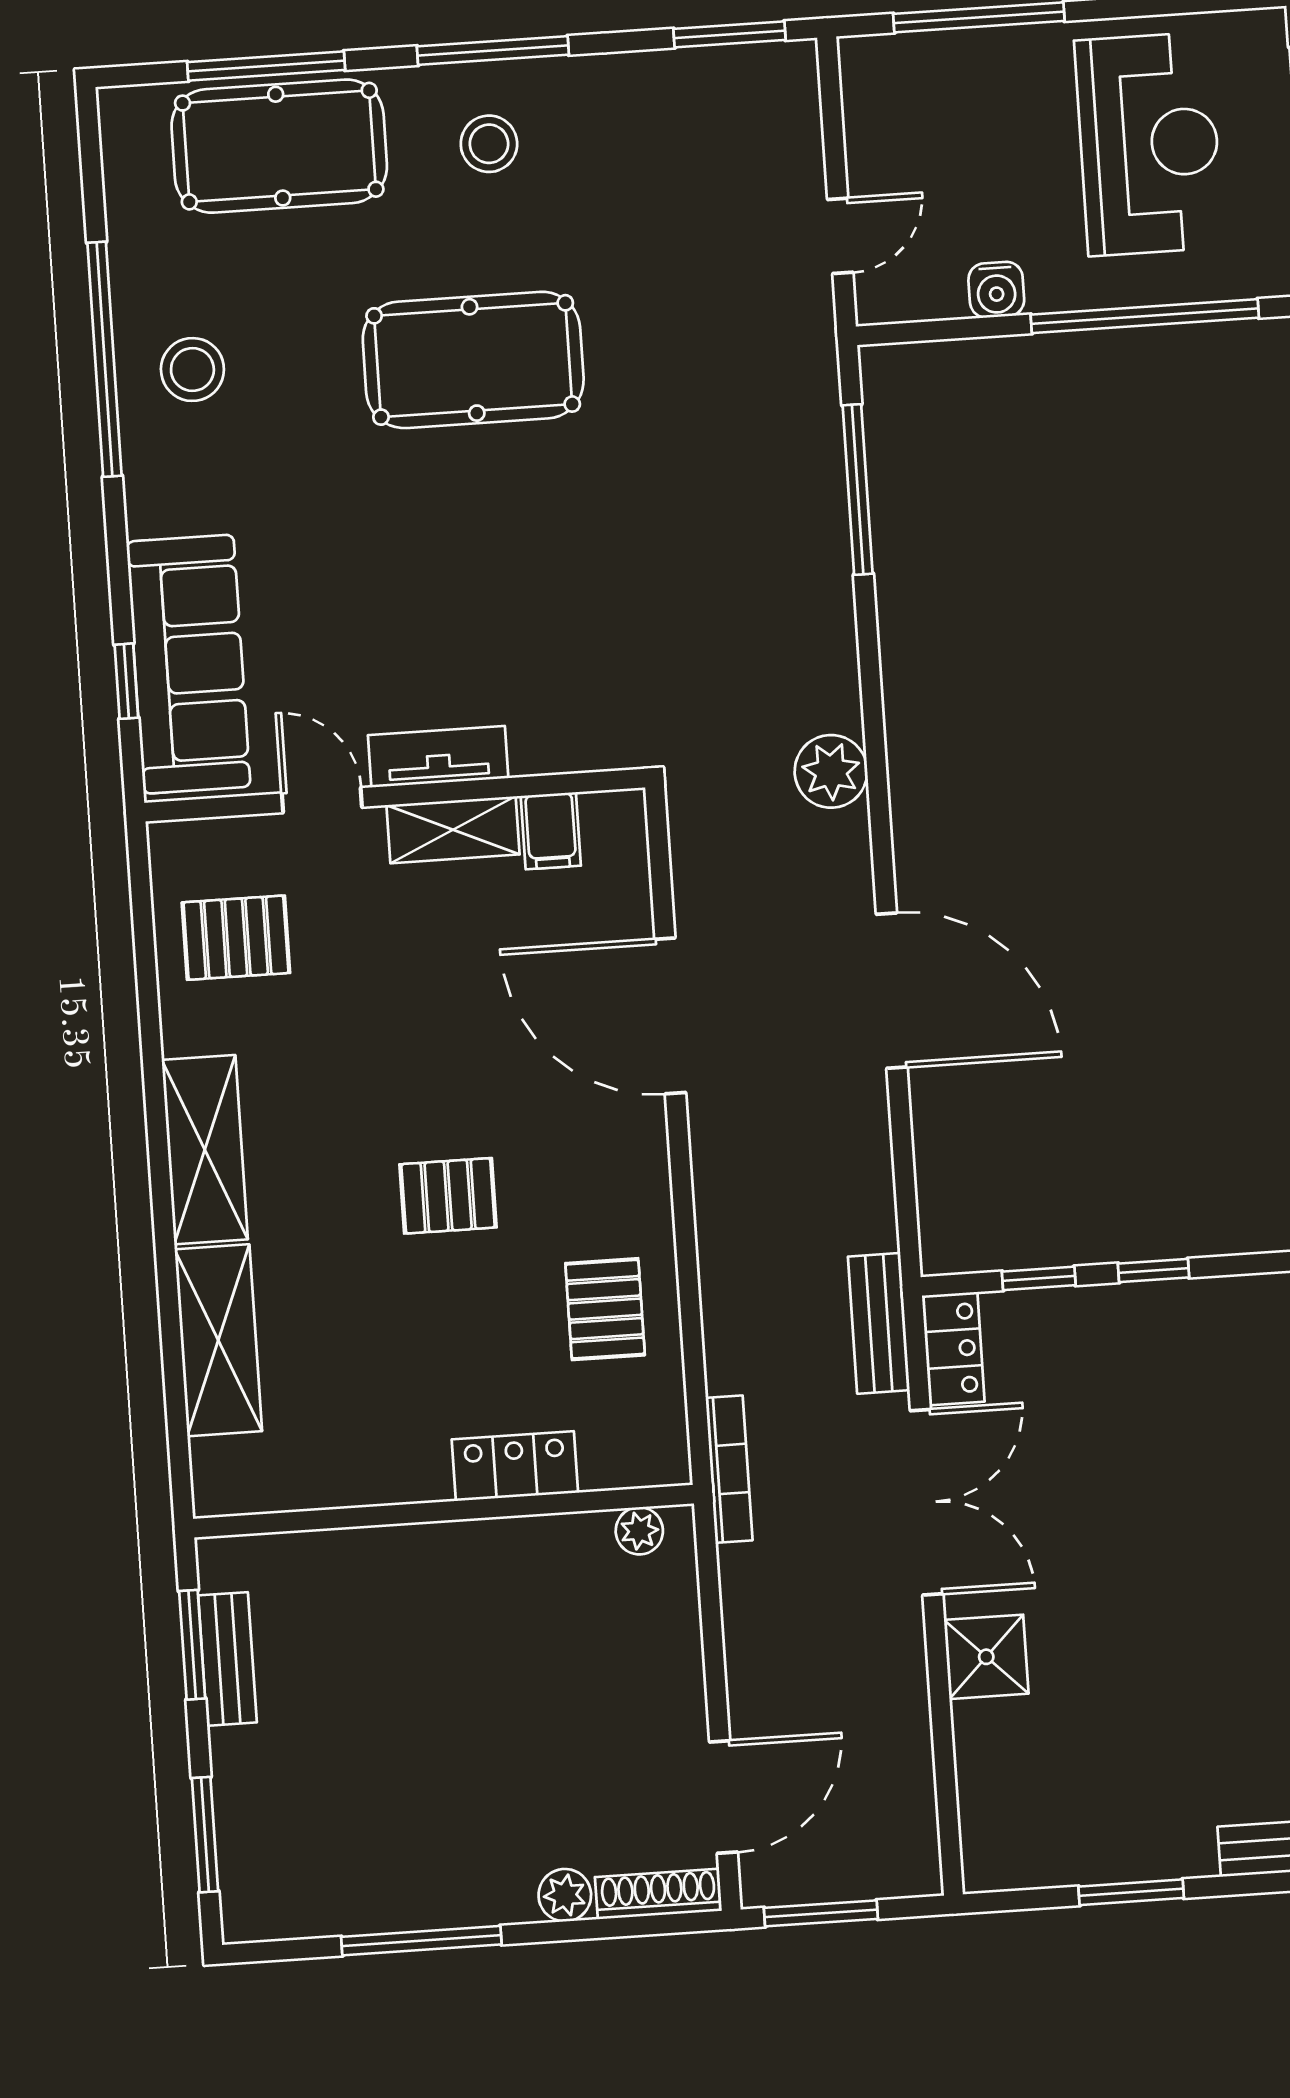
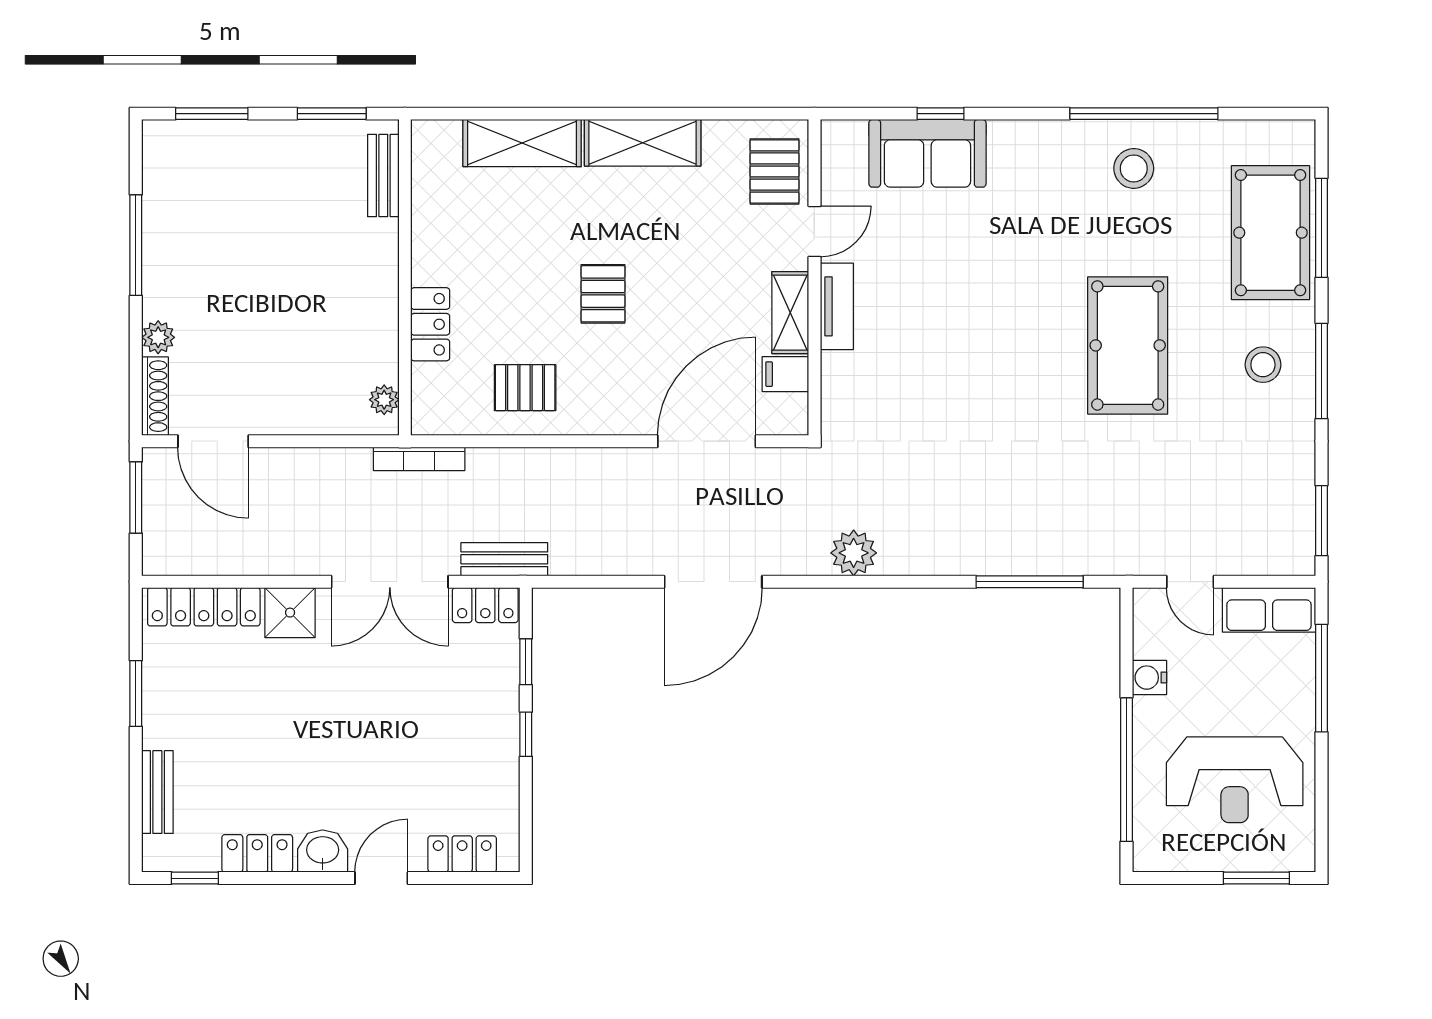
row of seats: (876, 108) -> (1269, 610), added
sofa: (188, 664) -> (927, 153), width x0.73
tv unit: (438, 757) -> (837, 306), moved
wall: (395, 795) -> (814, 277), moved
door: (322, 800) -> (814, 231), moved
shelving: (453, 830) -> (790, 313), moved
filing cabinet: (551, 831) -> (785, 374), moved
bench: (227, 1659) -> (383, 176), moved, turned 90
locker: (986, 1794) -> (204, 607), added

